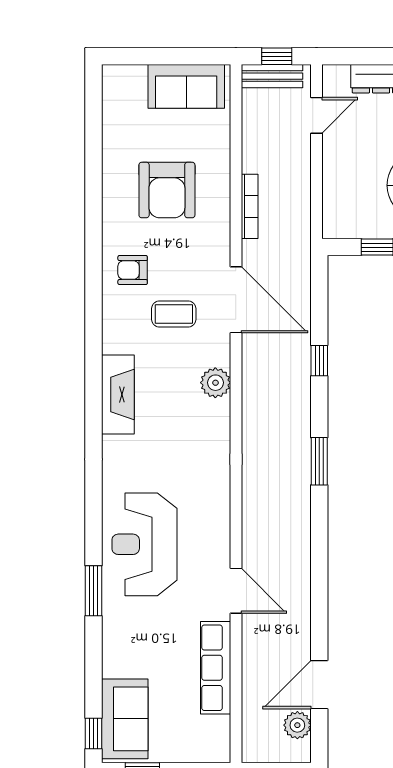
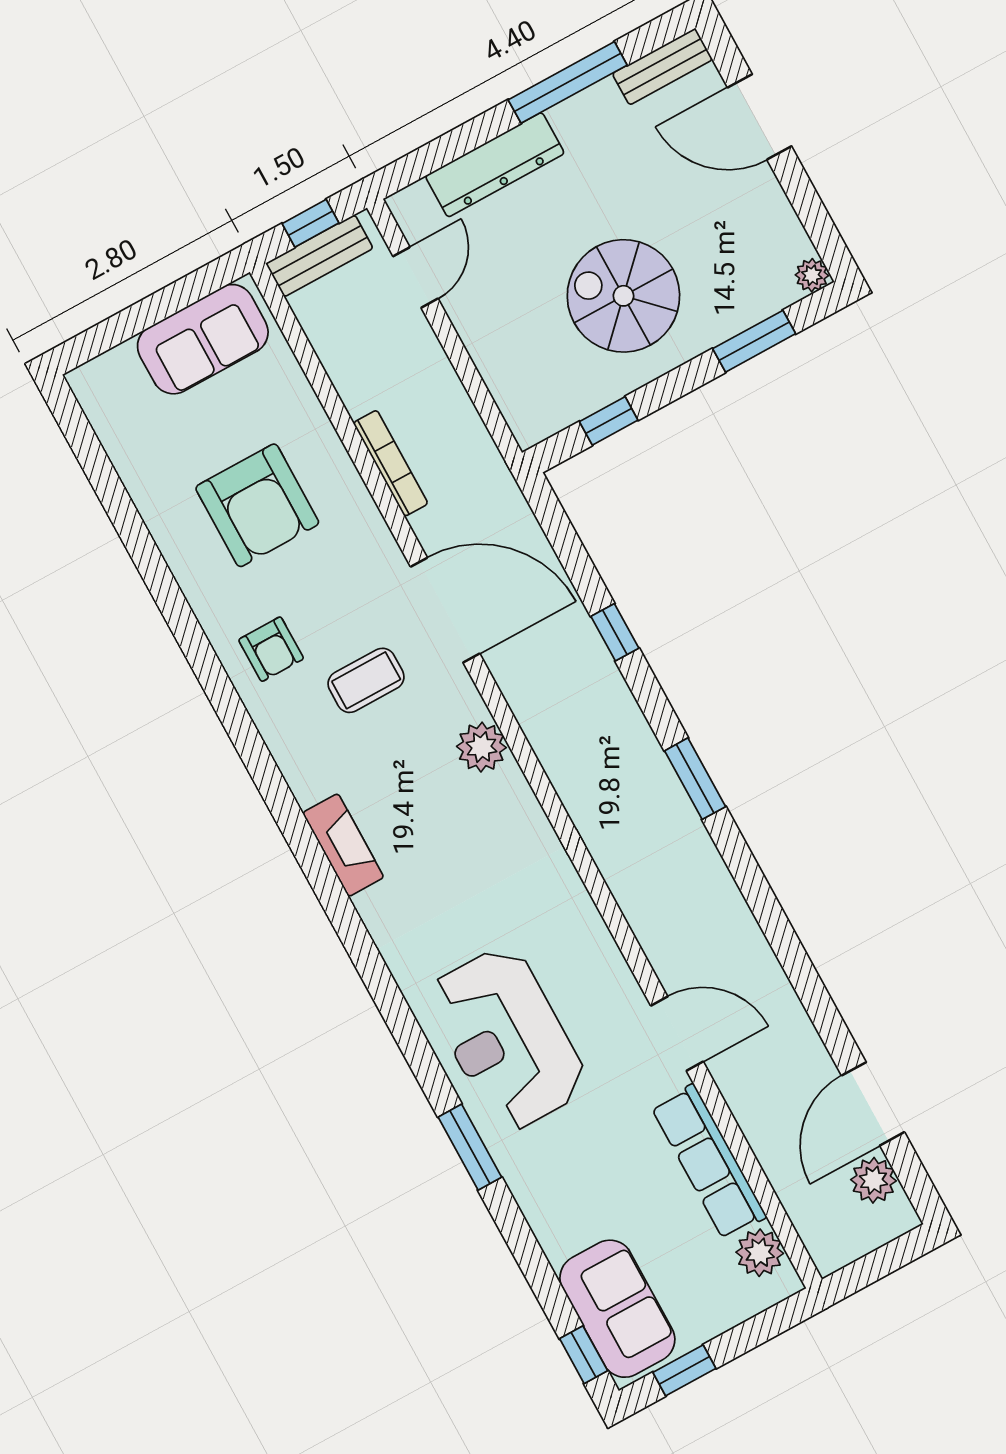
armchair: (133, 270) -> (271, 649), turned -90
fireplace: (118, 394) -> (343, 845), width x0.73, depth x0.76
plant: (216, 731) -> (760, 1253), added

